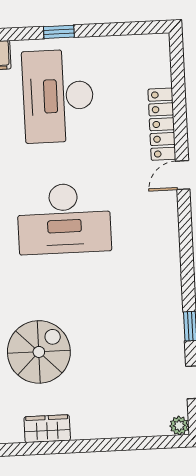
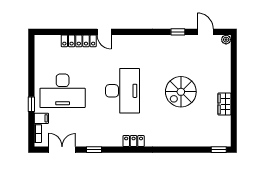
window: (59, 32) -> (31, 104), moved
spiral stairs: (39, 352) -> (181, 92), moved, turned -90

